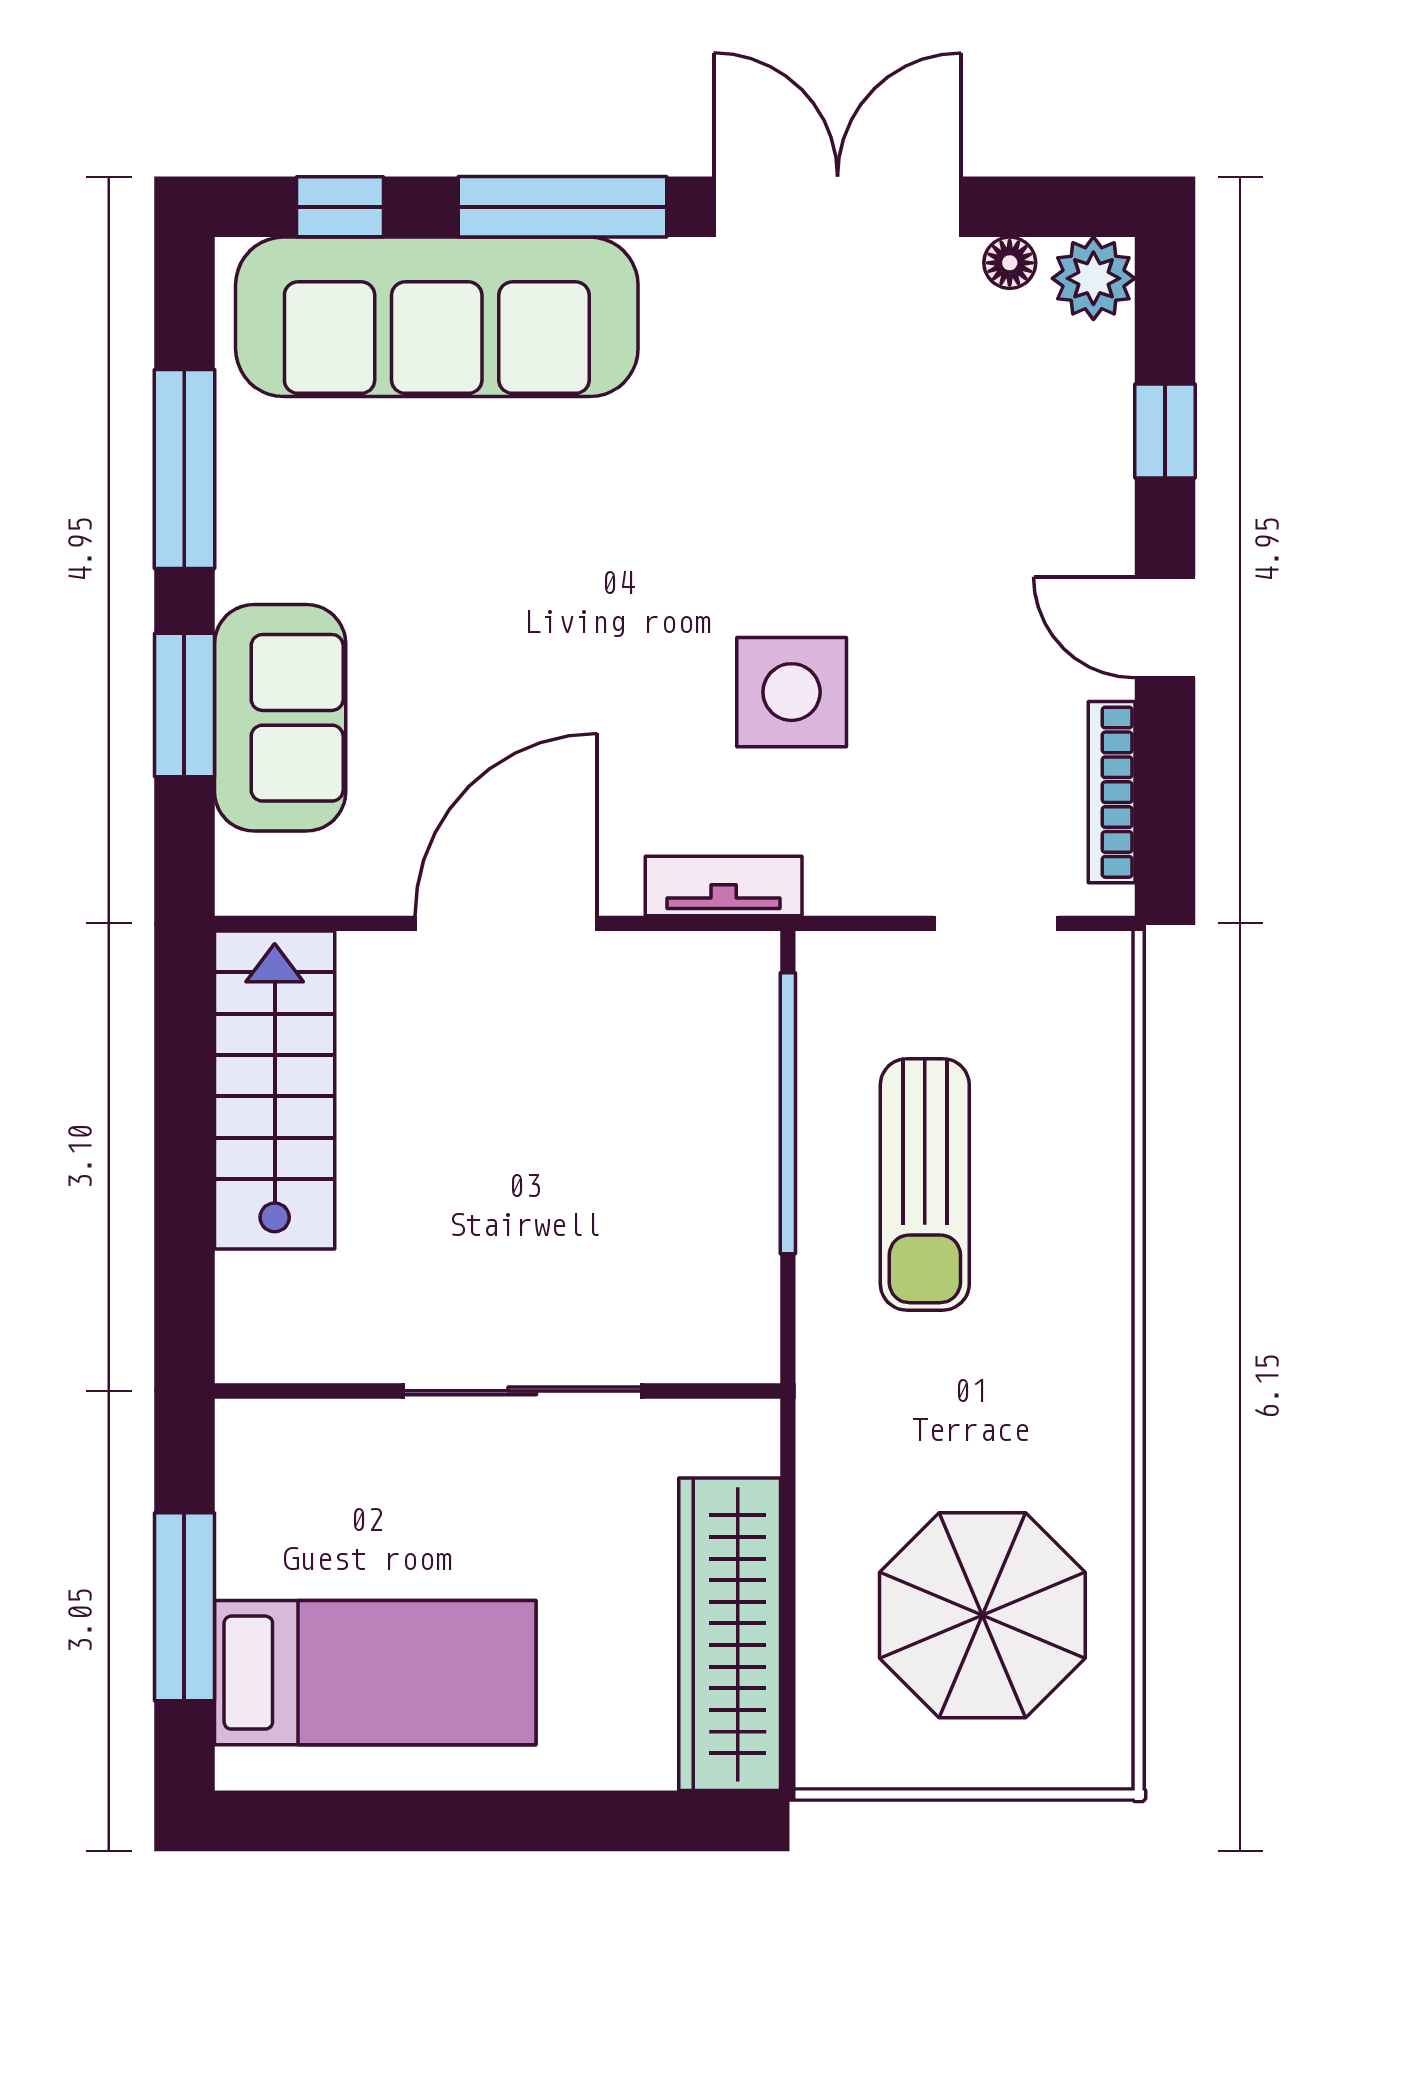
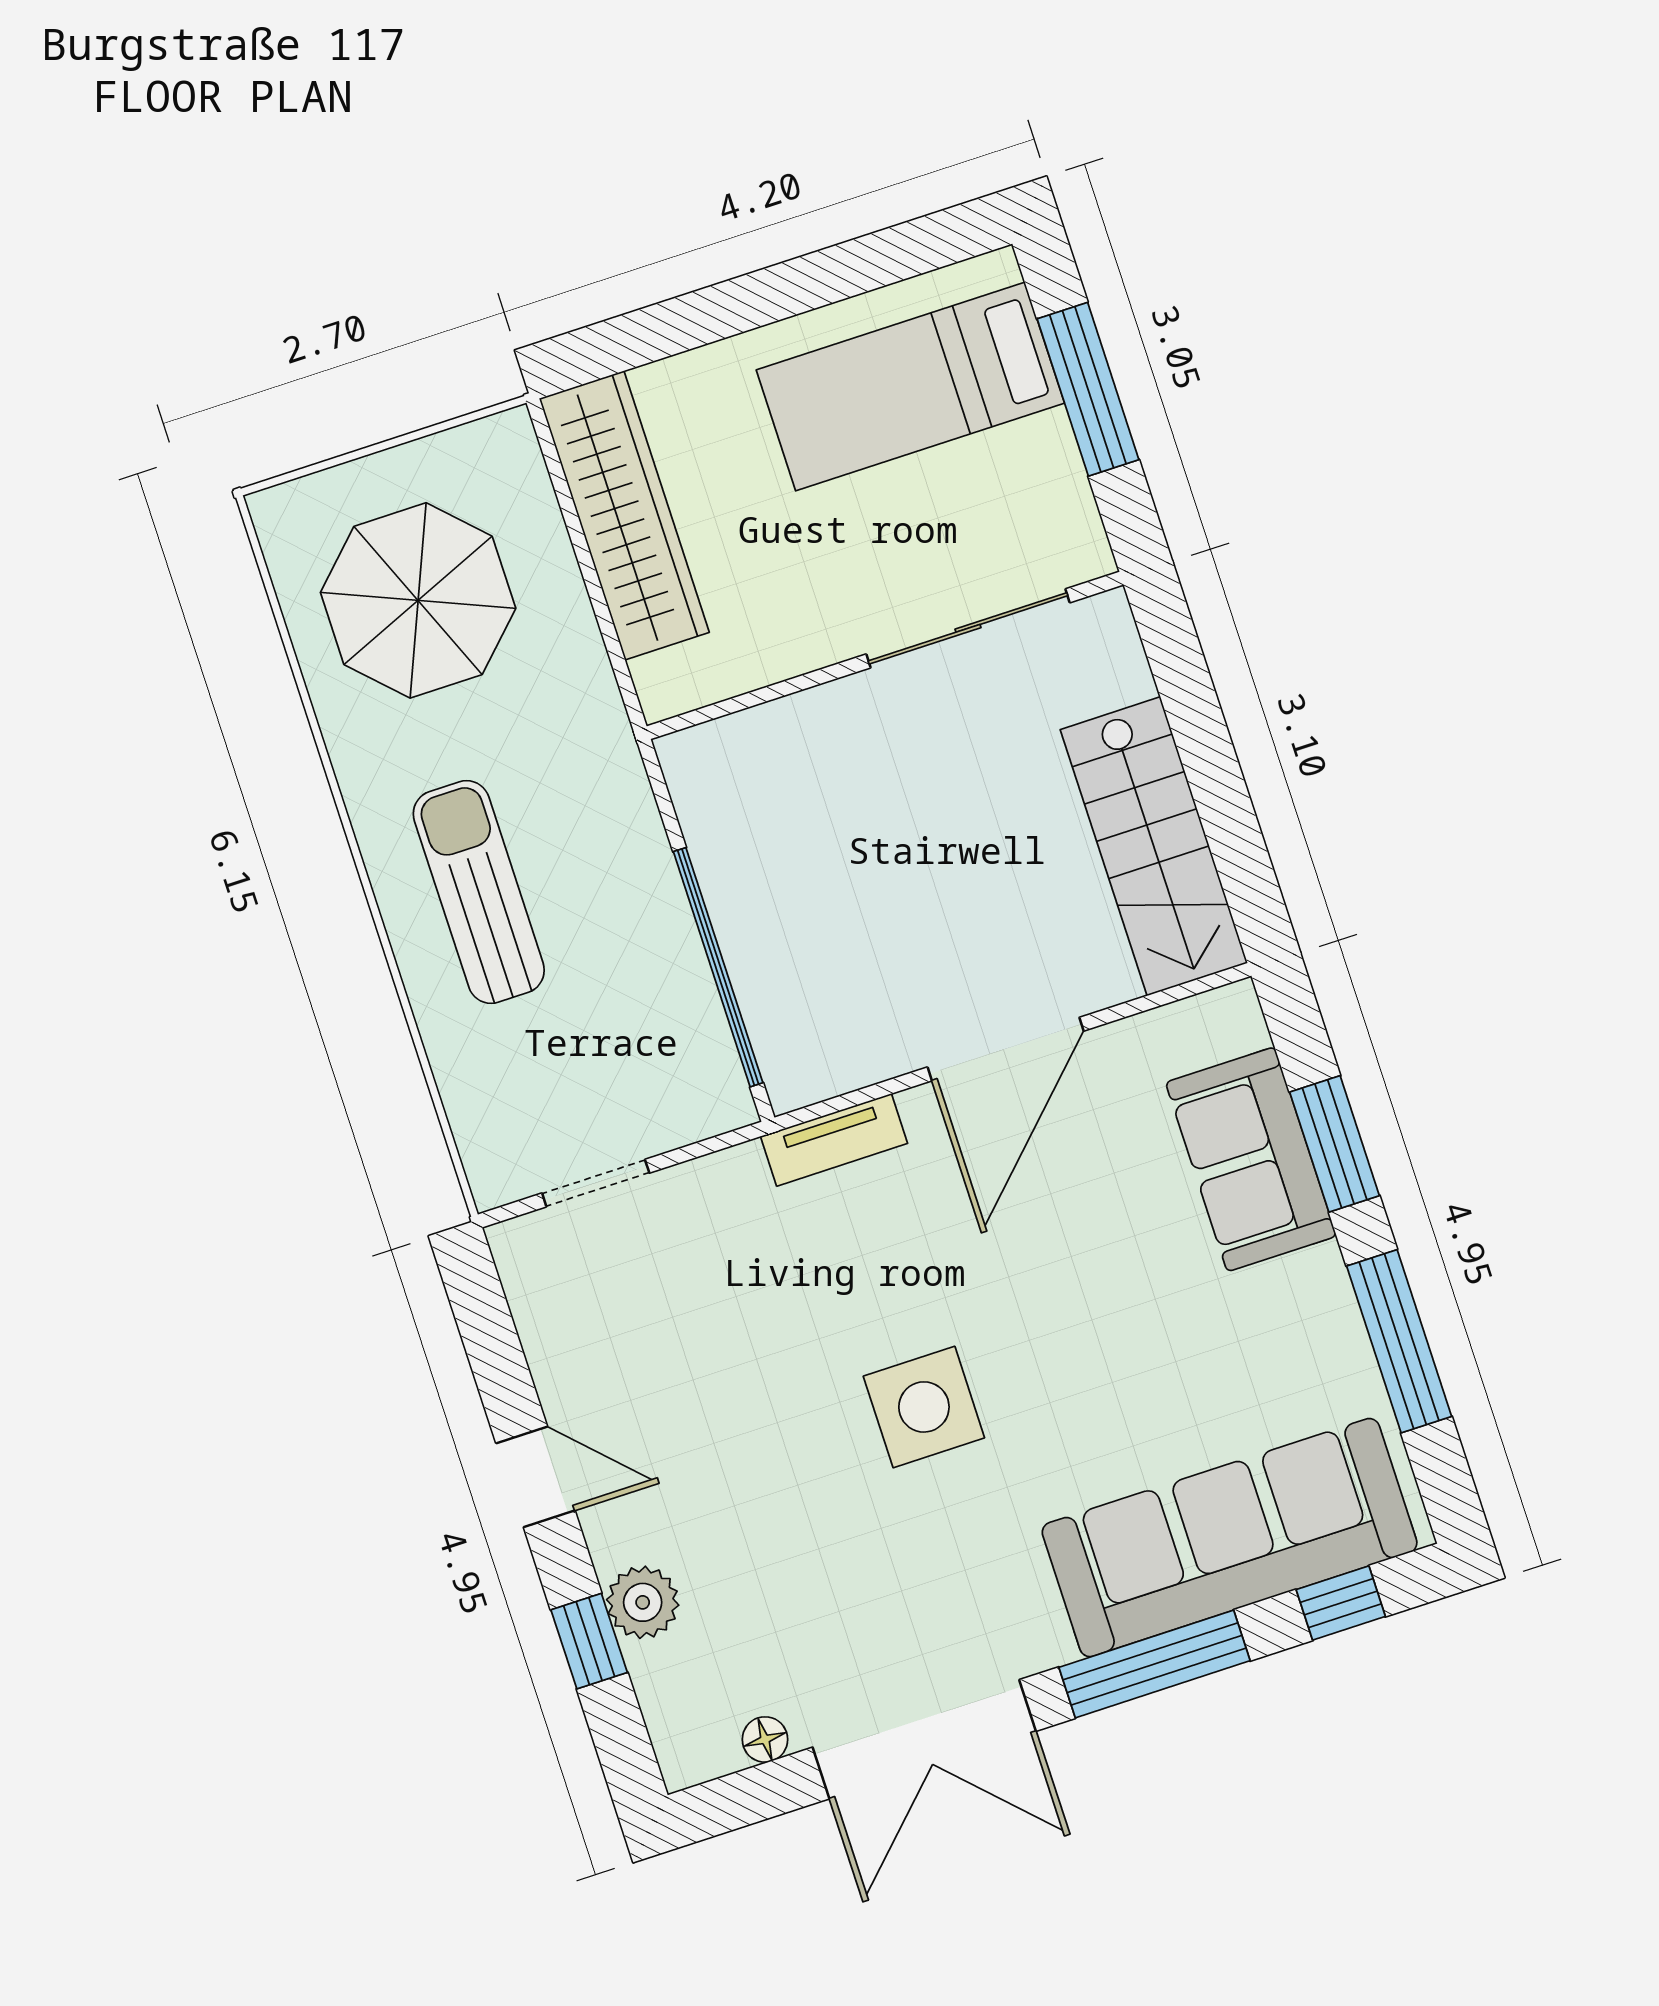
plant: (1093, 278) -> (643, 1602), moved
side table: (792, 692) -> (924, 1407), moved
bookcase: (1112, 792) -> (535, 1324), removed
sun lounger: (925, 1184) -> (479, 892), moved
sliding door: (522, 1391) -> (968, 628), moved

